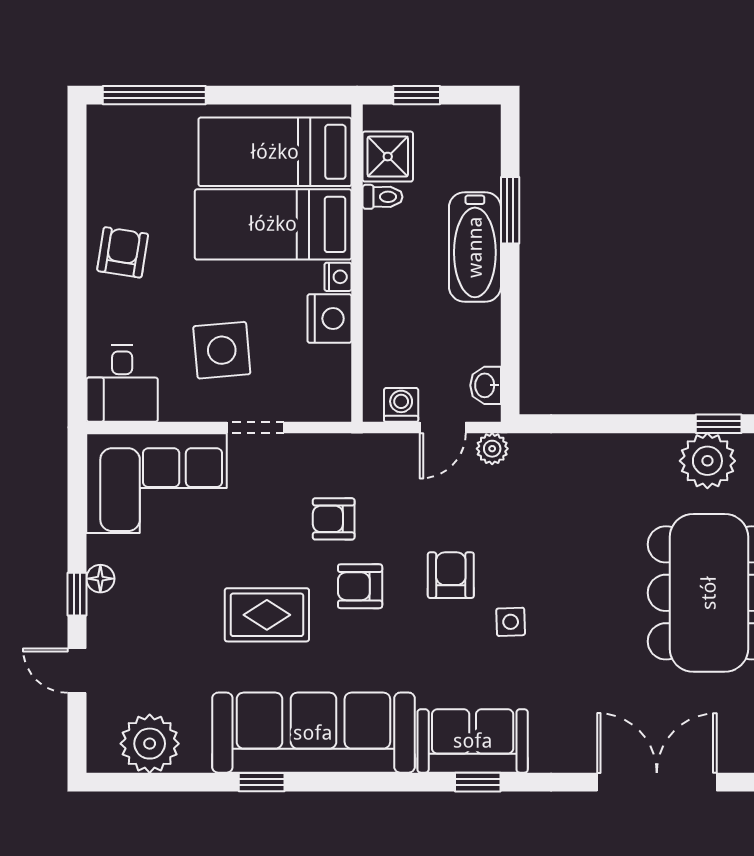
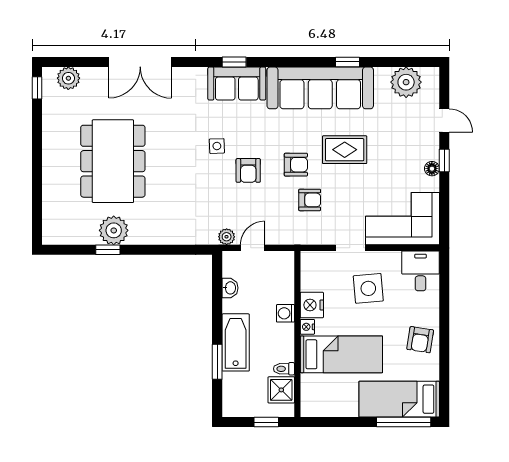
bed: (275, 152) -> (399, 399), moved, turned 180
washbasin: (486, 385) -> (230, 288), moved
washing machine: (401, 405) -> (286, 313), moved, turned 90

